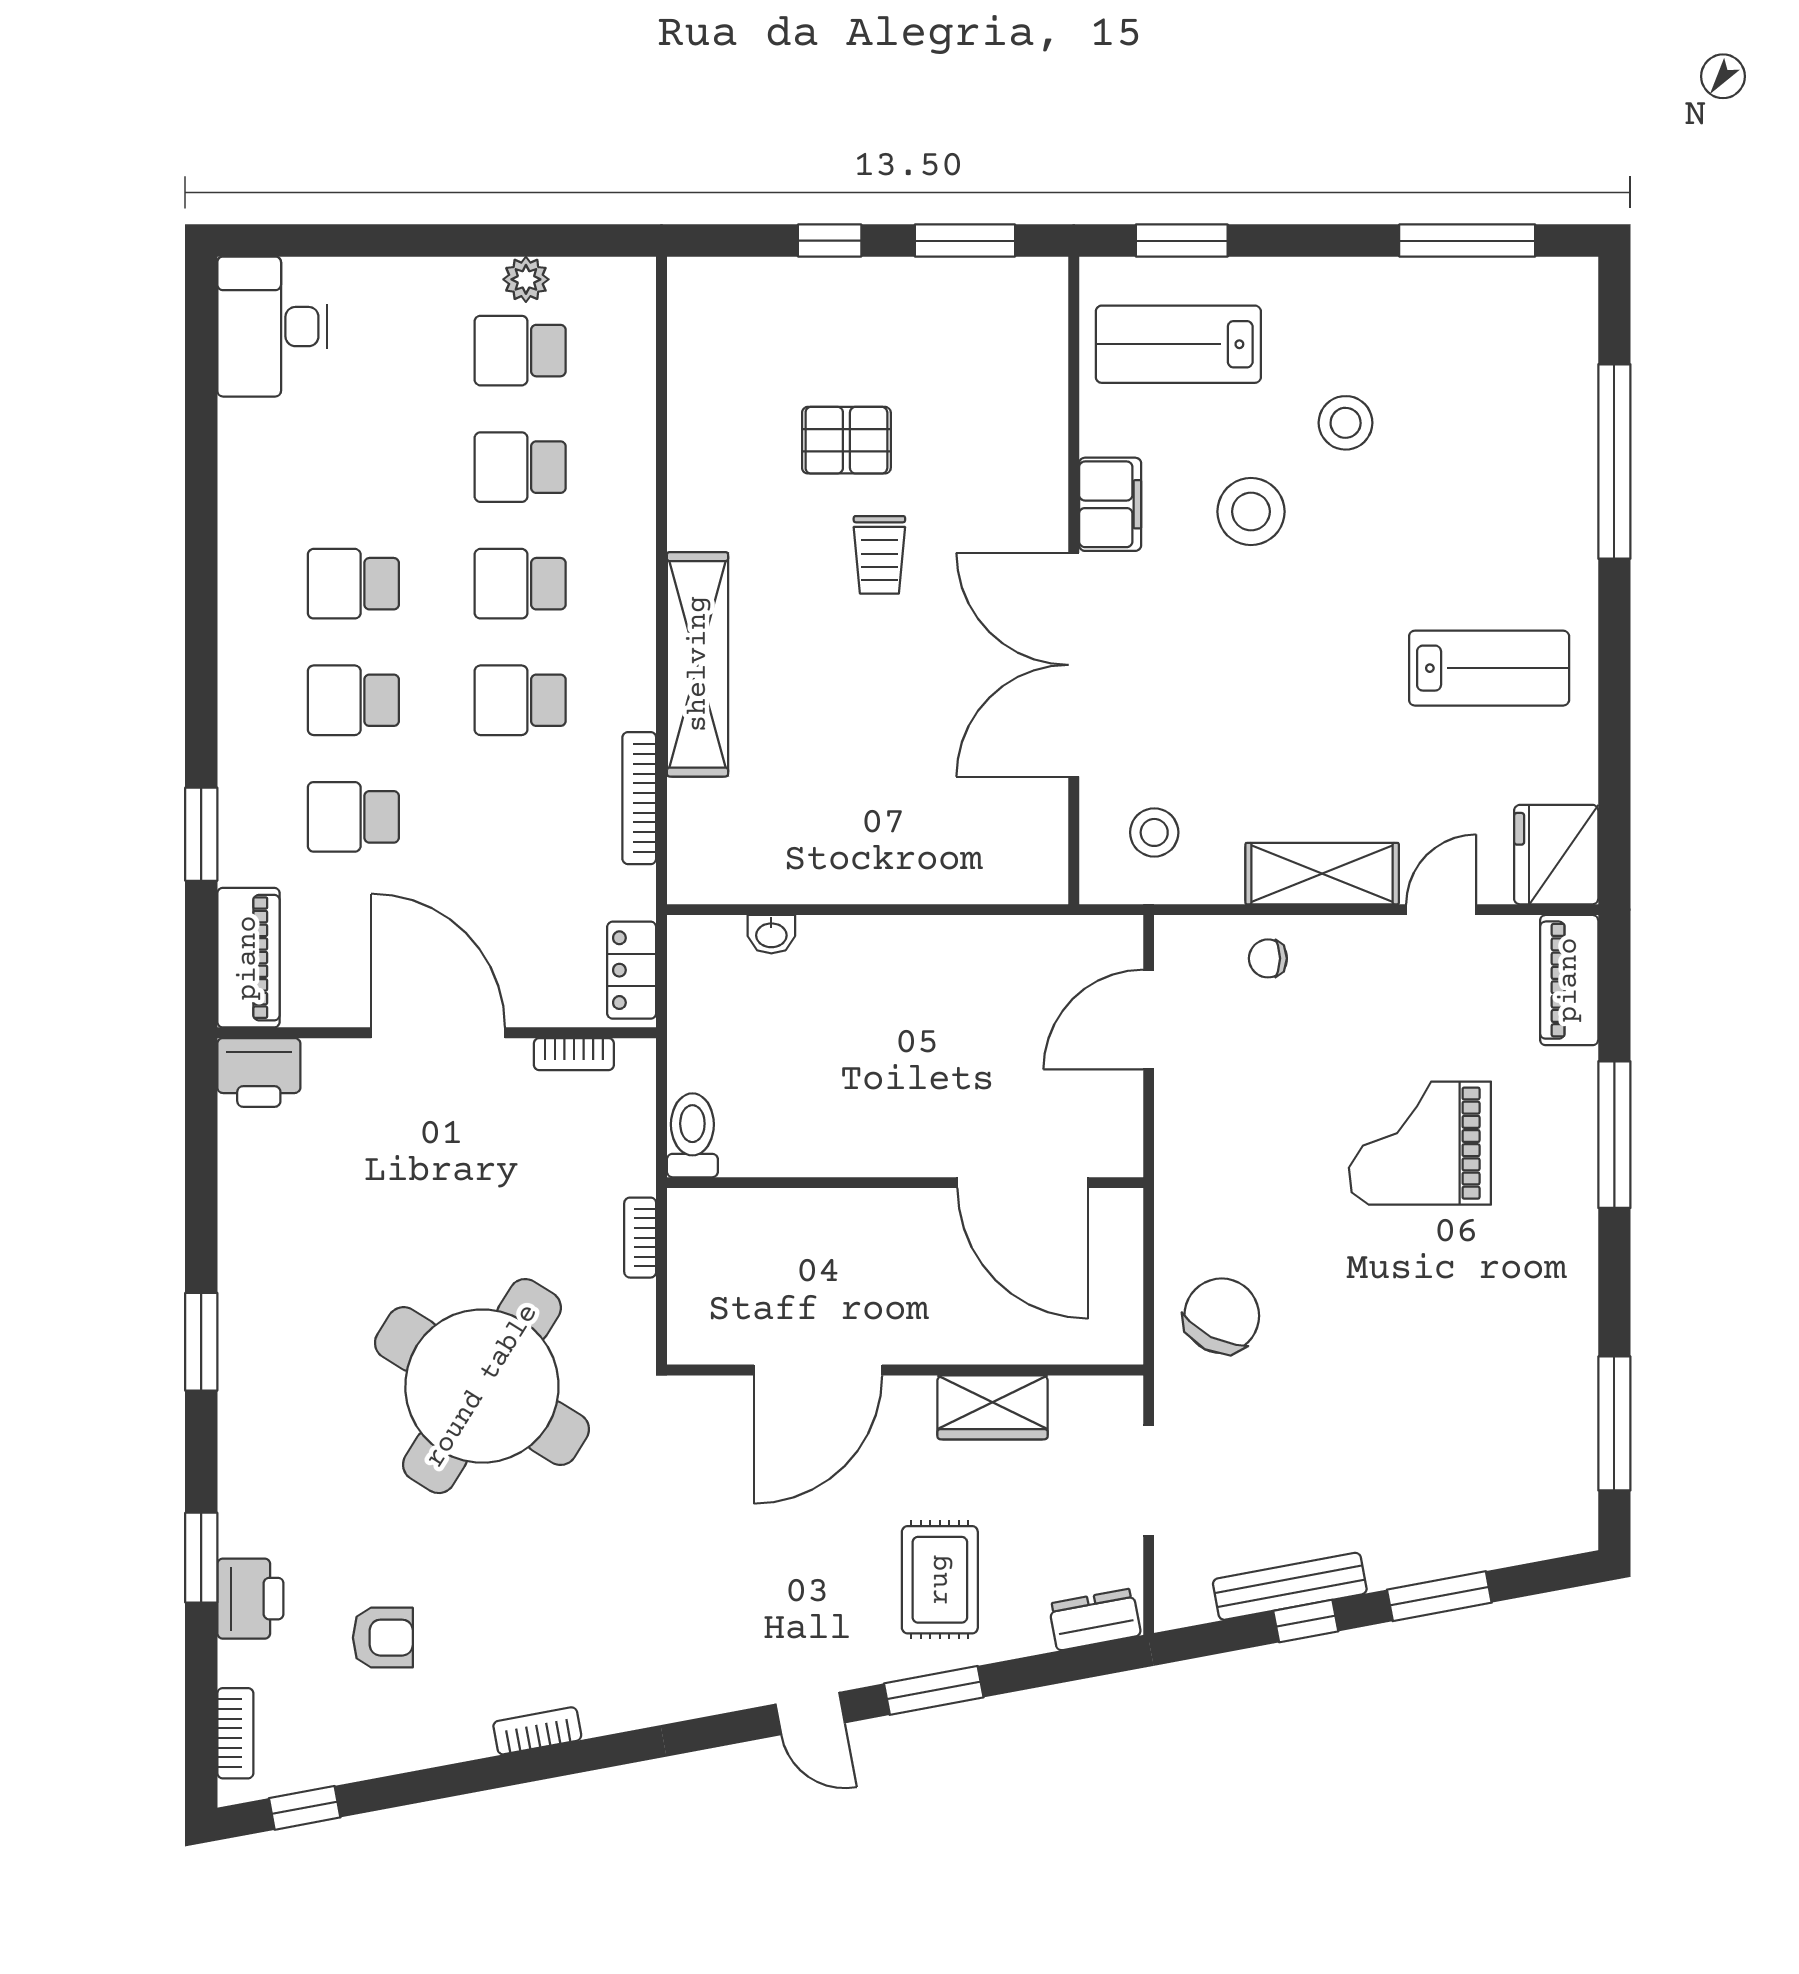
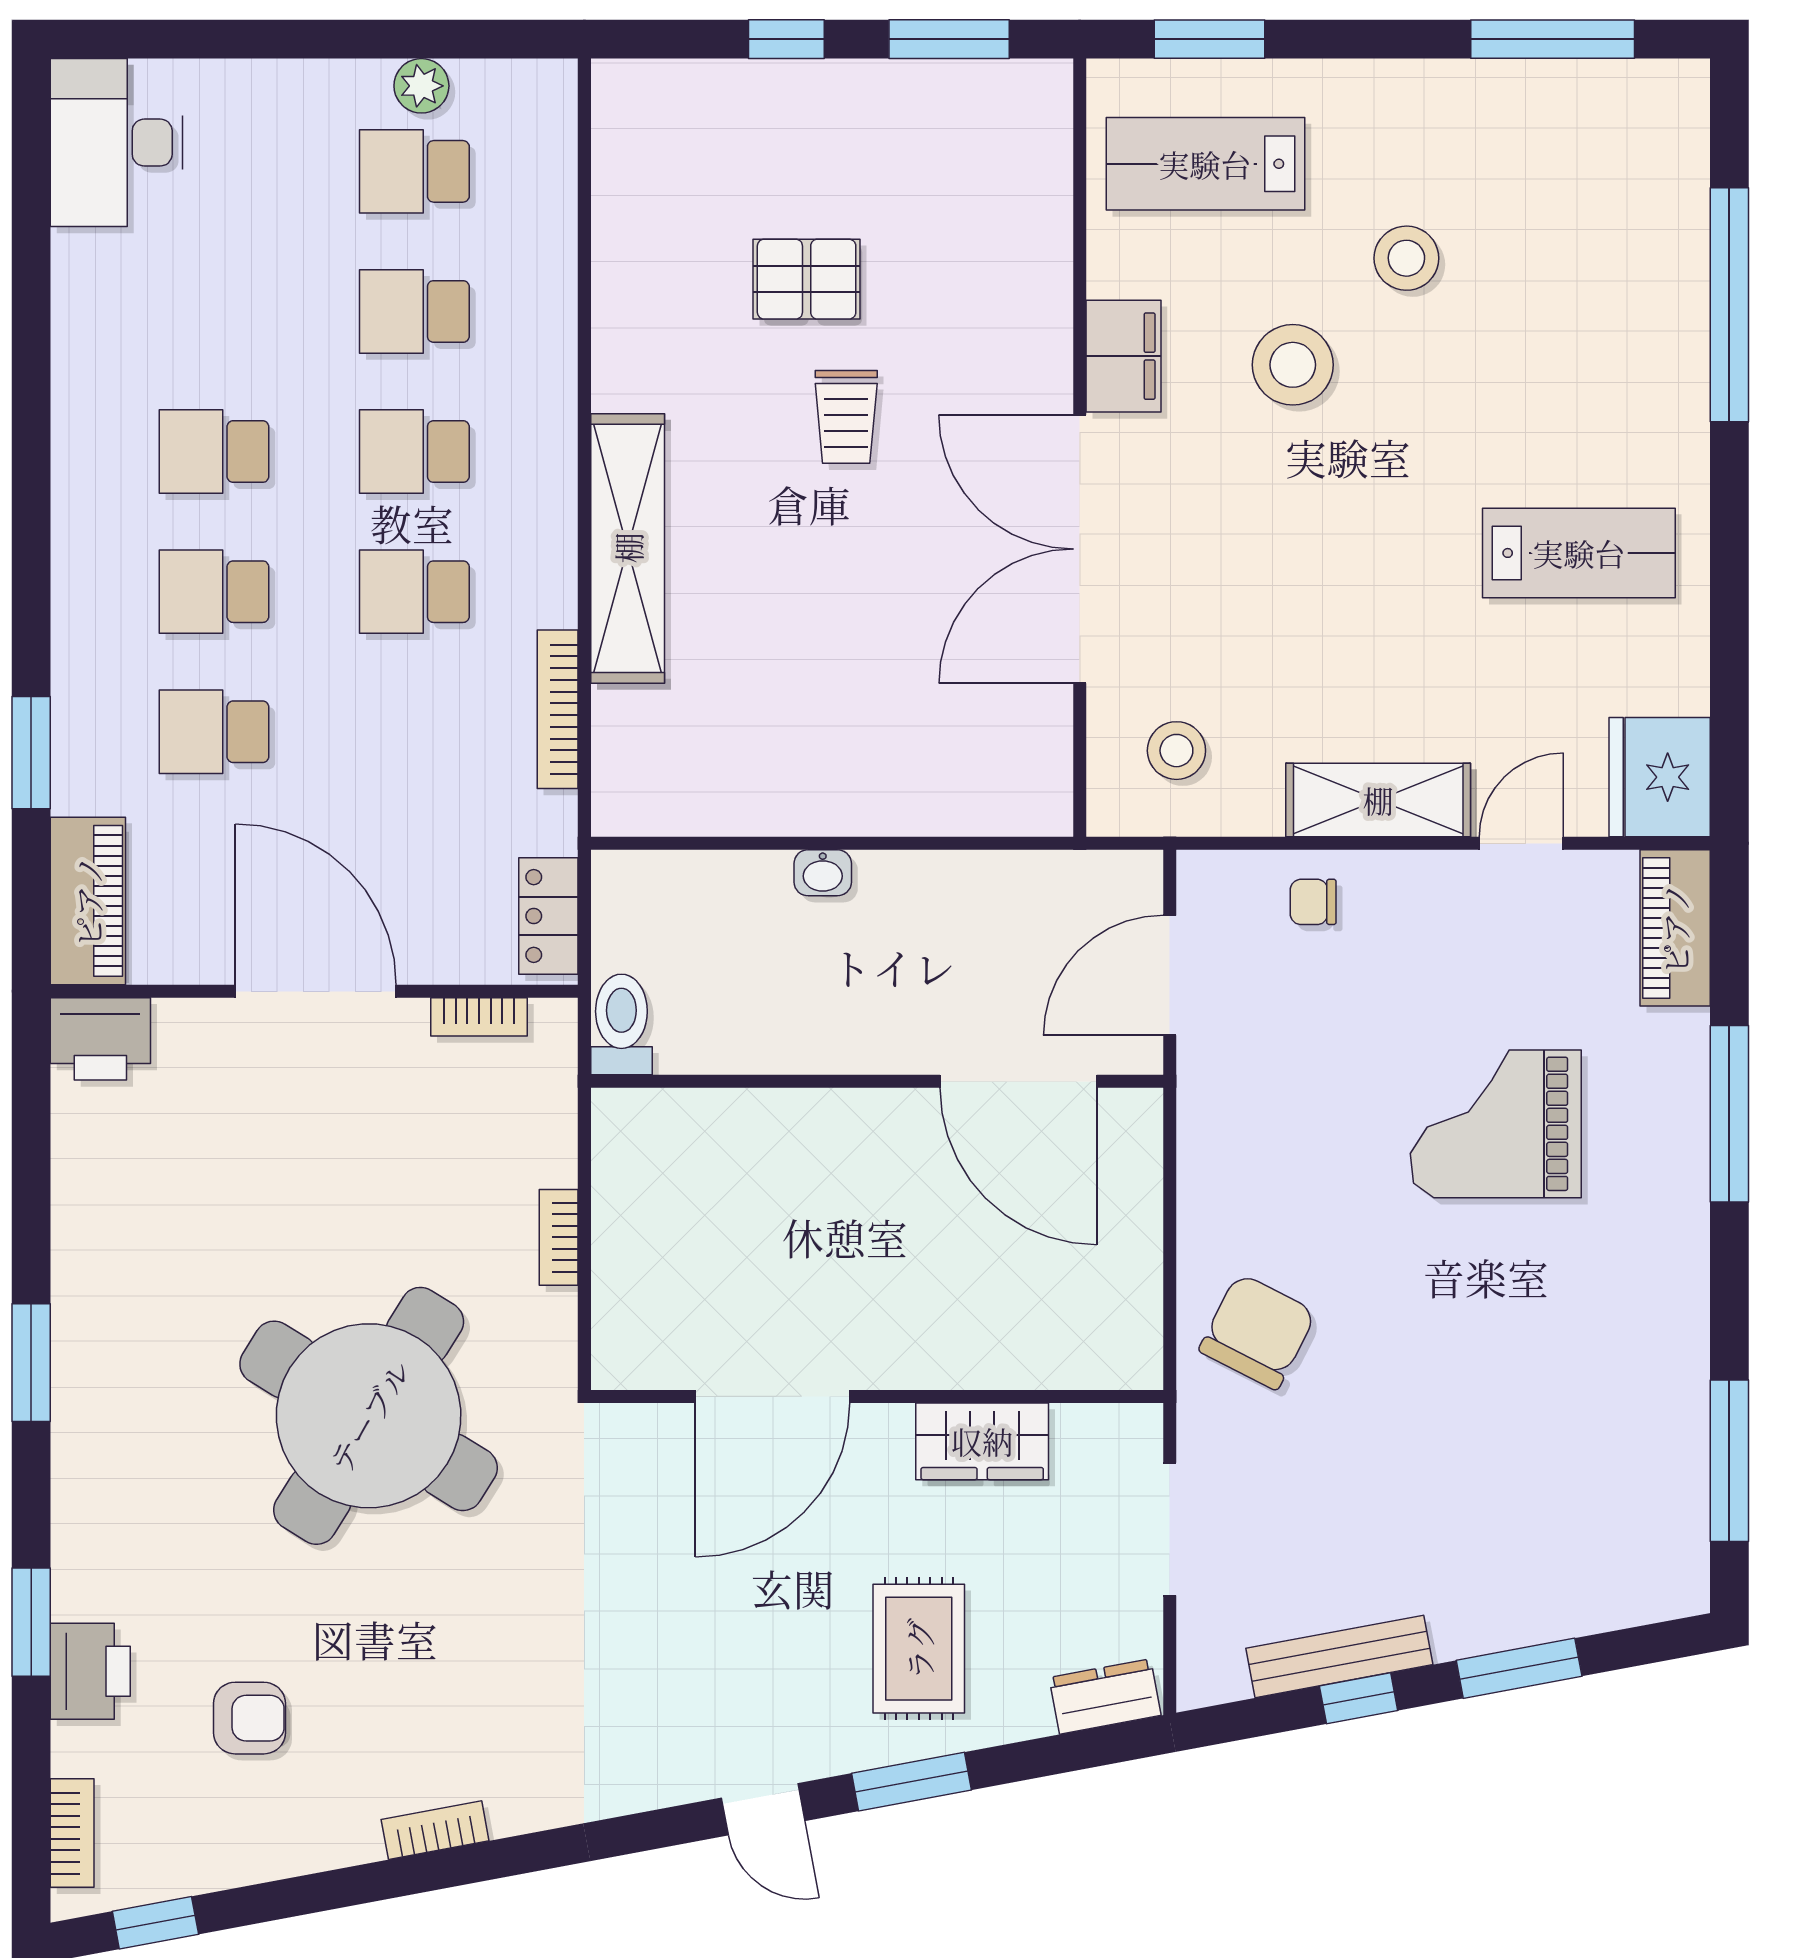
washbasin: (771, 934) -> (823, 873), moved
toilet: (692, 1135) -> (621, 1024), moved
wall: (905, 1183) -> (877, 1081), moved
door: (1023, 1183) -> (1018, 1081), moved

